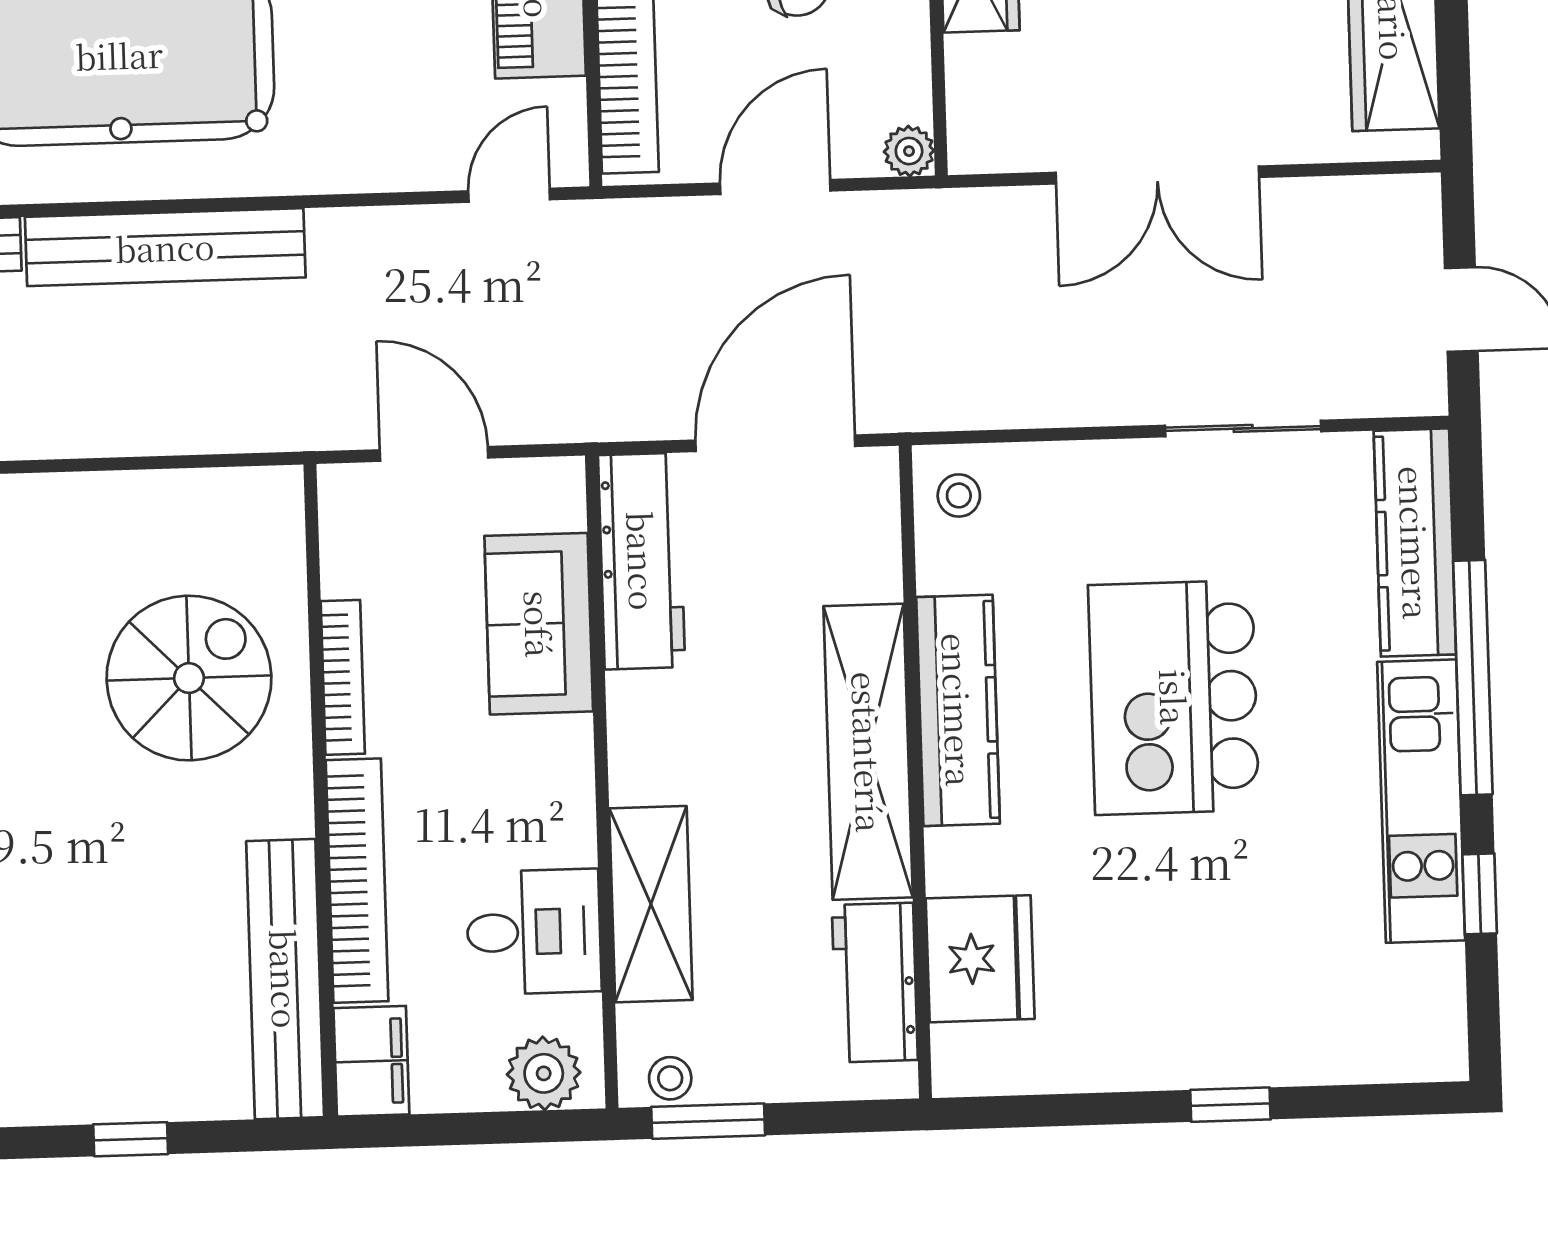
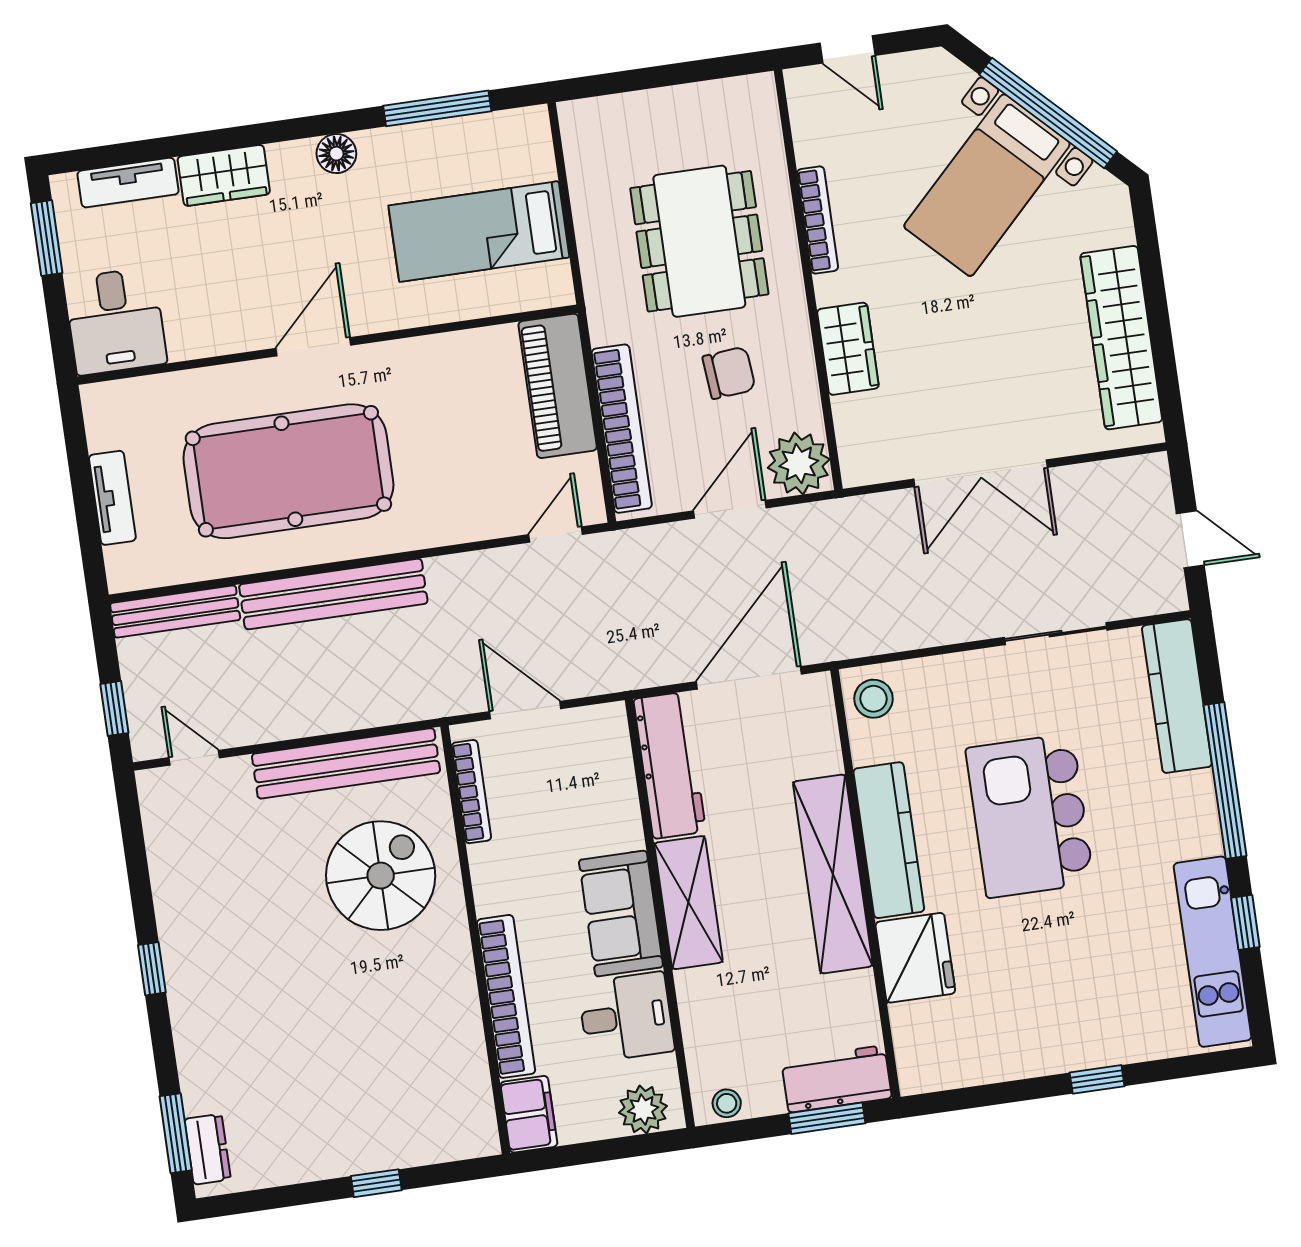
plant: (909, 151) -> (799, 463), width x1.88, depth x1.88
stool: (959, 495) -> (874, 699), width x1.37, depth x1.37
sofa: (539, 624) -> (621, 914), moved
bookcase: (343, 677) -> (471, 792), moved
kitchen unit: (1421, 801) -> (1212, 952), moved
shelving: (651, 904) -> (688, 903), moved
fridge: (980, 959) -> (915, 958), moved
bench: (285, 979) -> (346, 763), moved, turned 90
workbench: (875, 983) -> (836, 1079), moved, turned 90
window: (708, 1121) -> (827, 1118), moved

